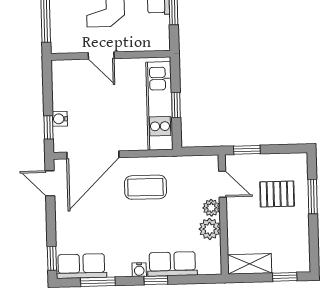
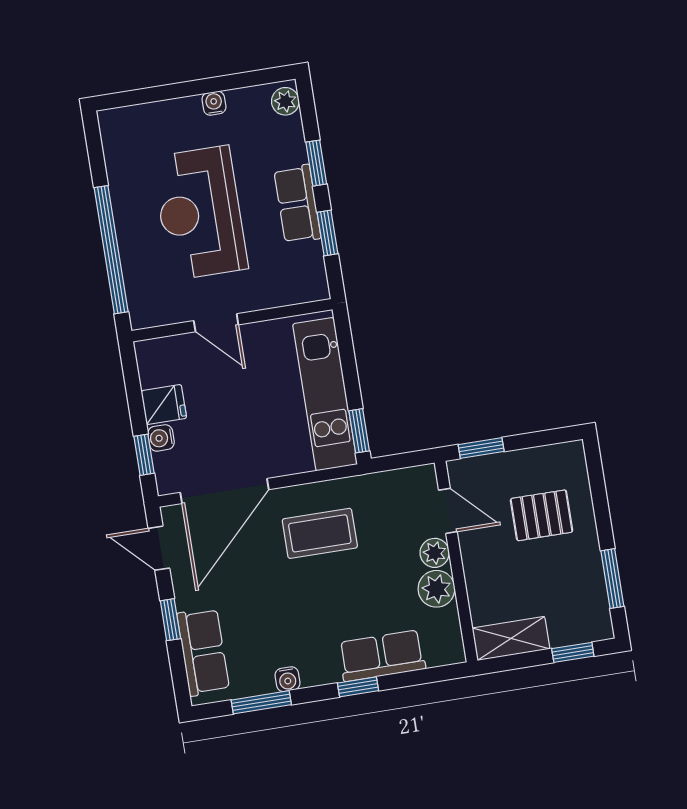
fridge: (64, 99) -> (164, 405), added
window: (176, 105) -> (359, 431), moved
window: (313, 196) -> (612, 579), moved
window: (52, 258) -> (170, 620), moved
row of seats: (81, 266) -> (203, 652), moved, turned 90
water cooler: (139, 270) -> (287, 679), moved

